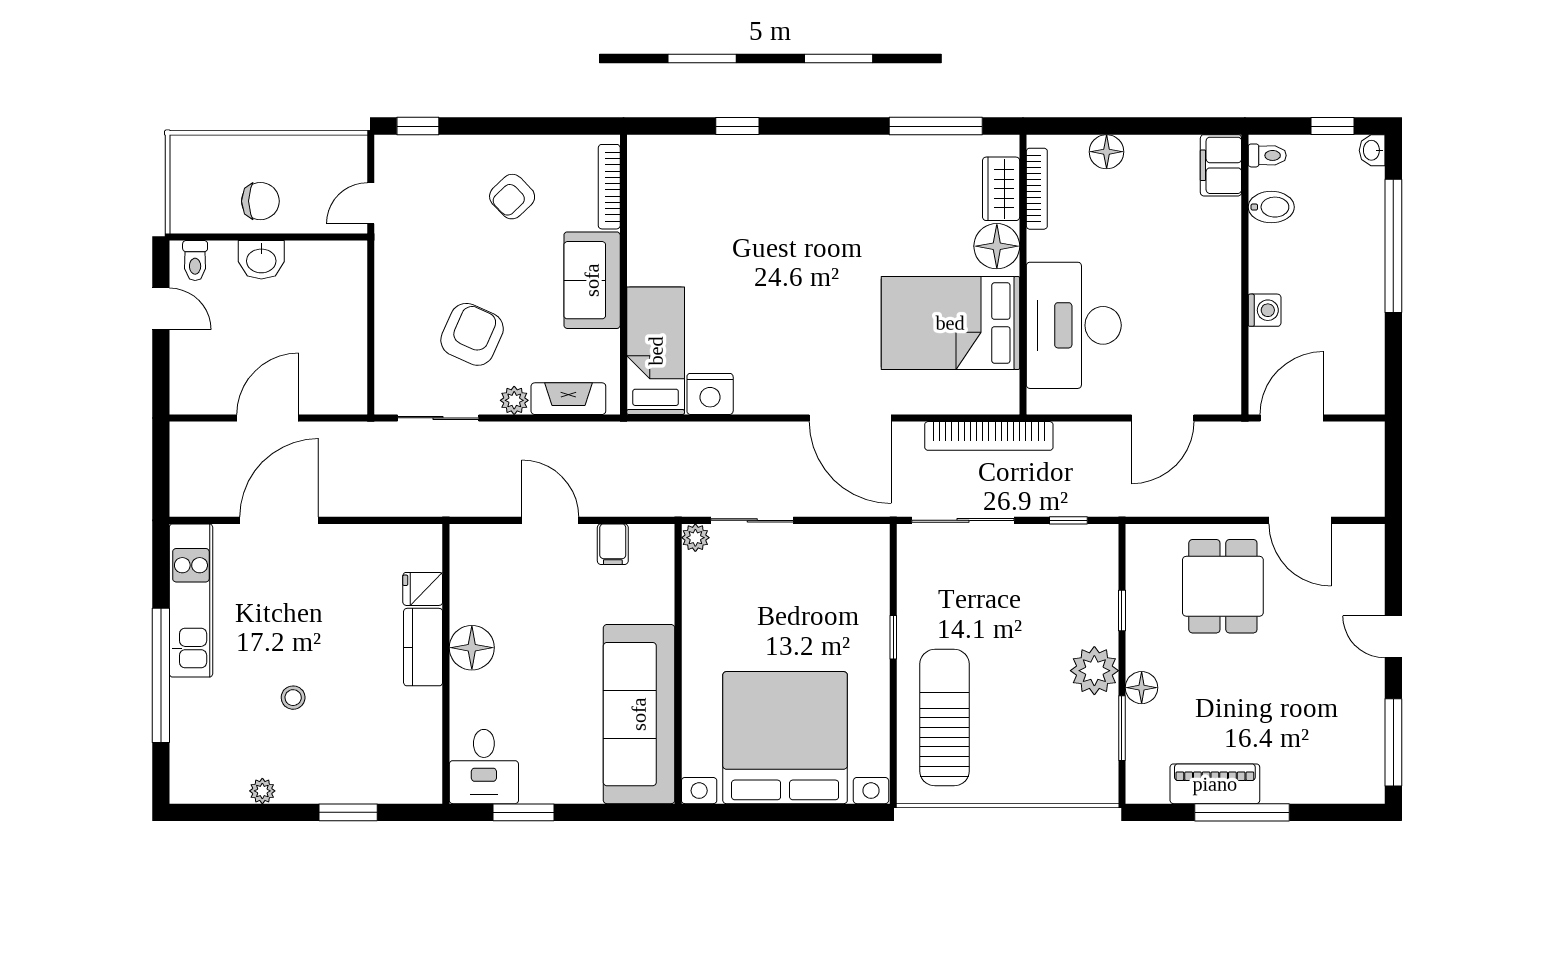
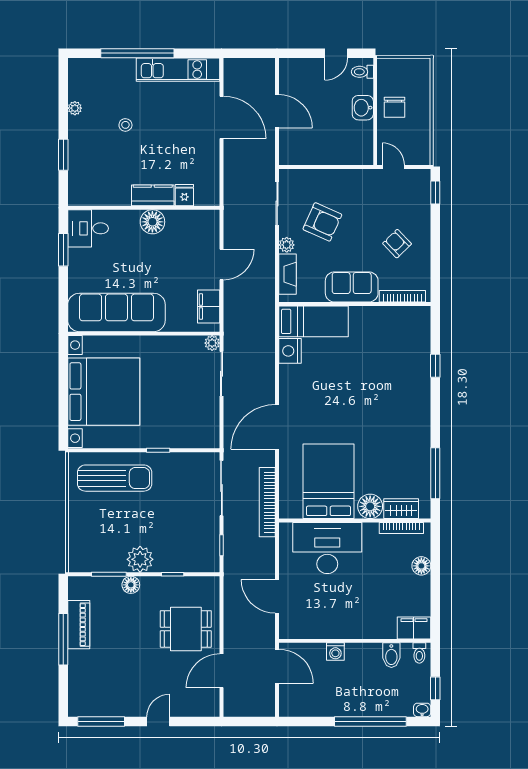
filing cabinet: (613, 544) -> (209, 306), width x2.00

